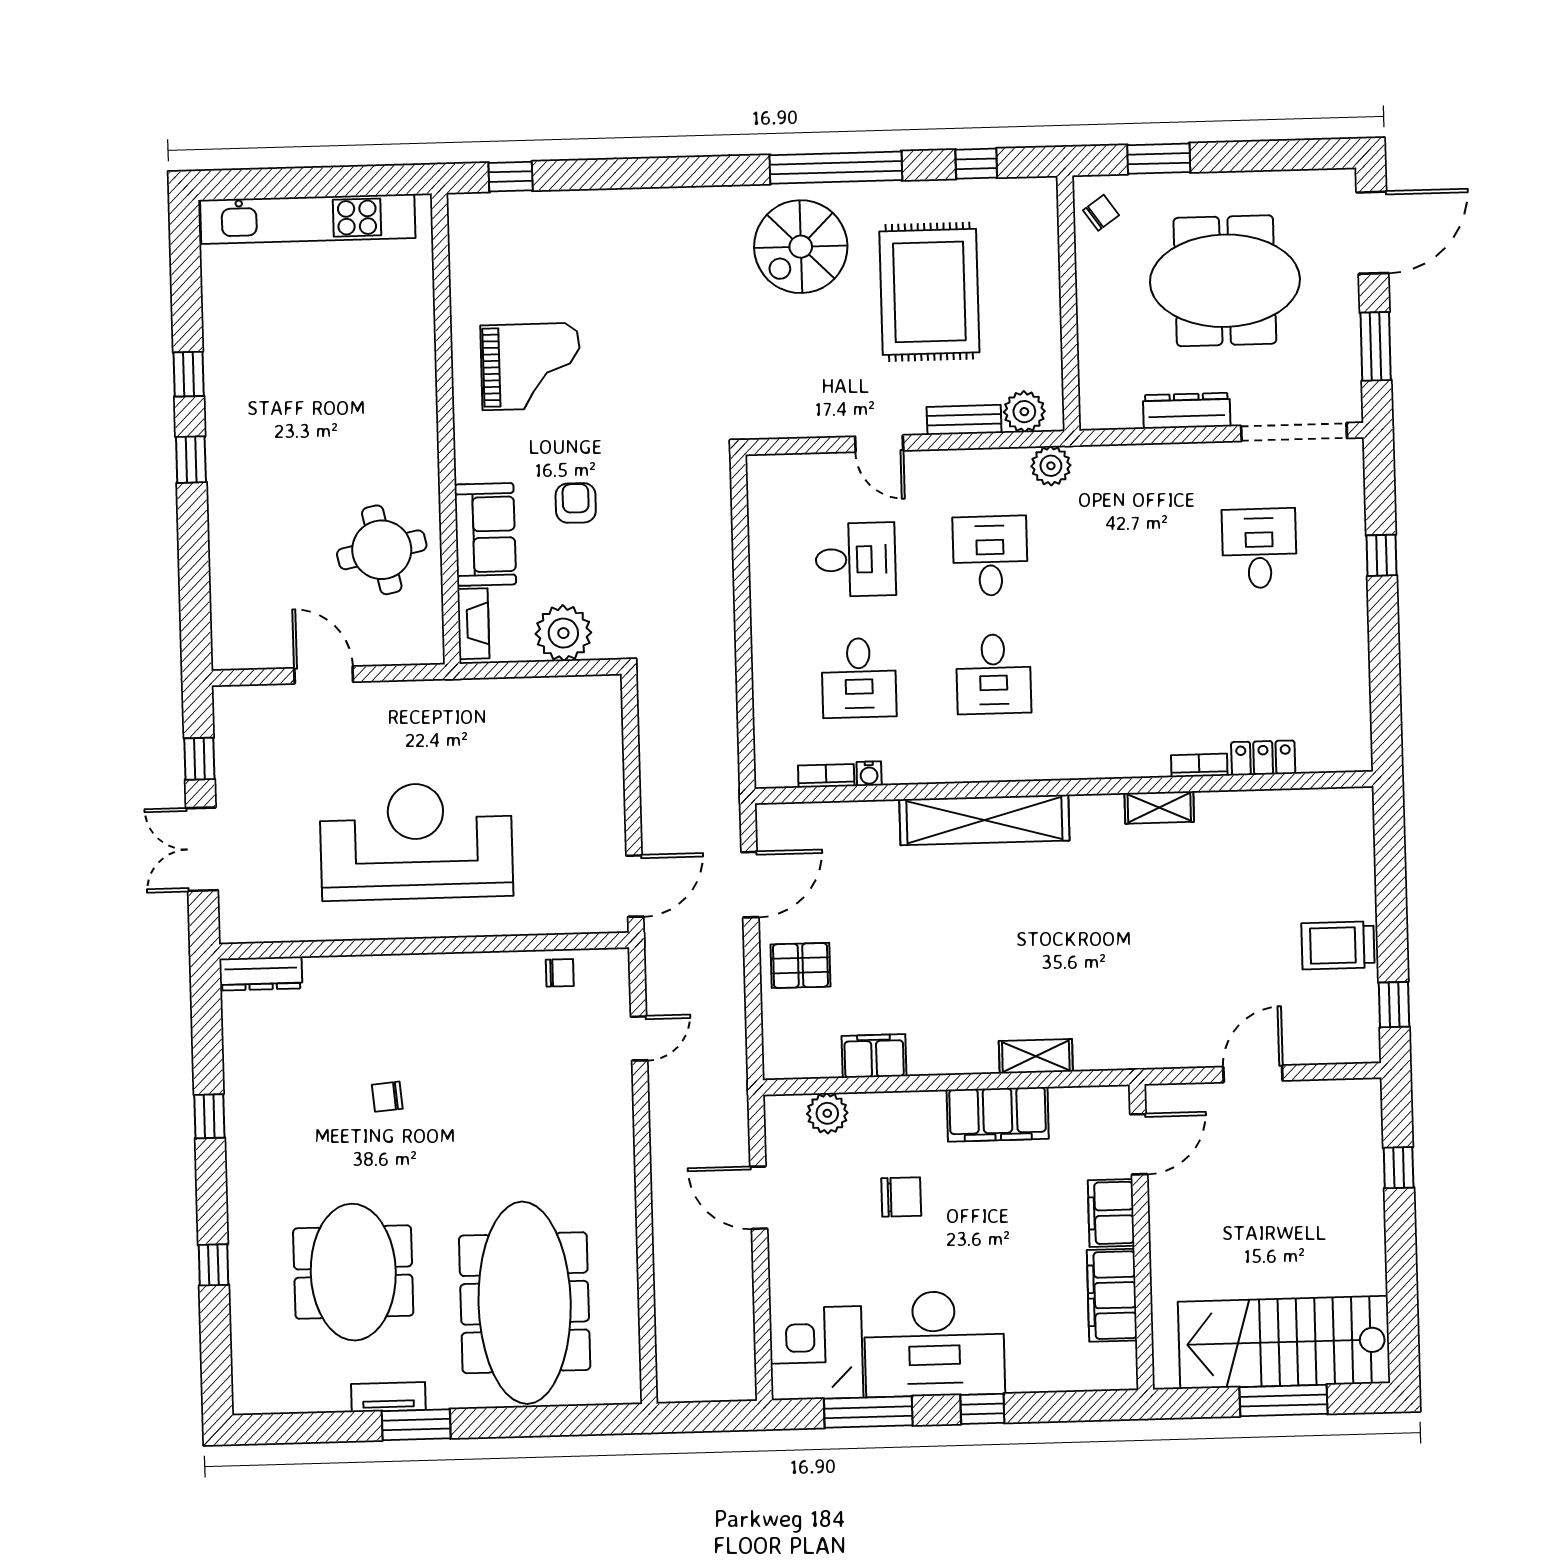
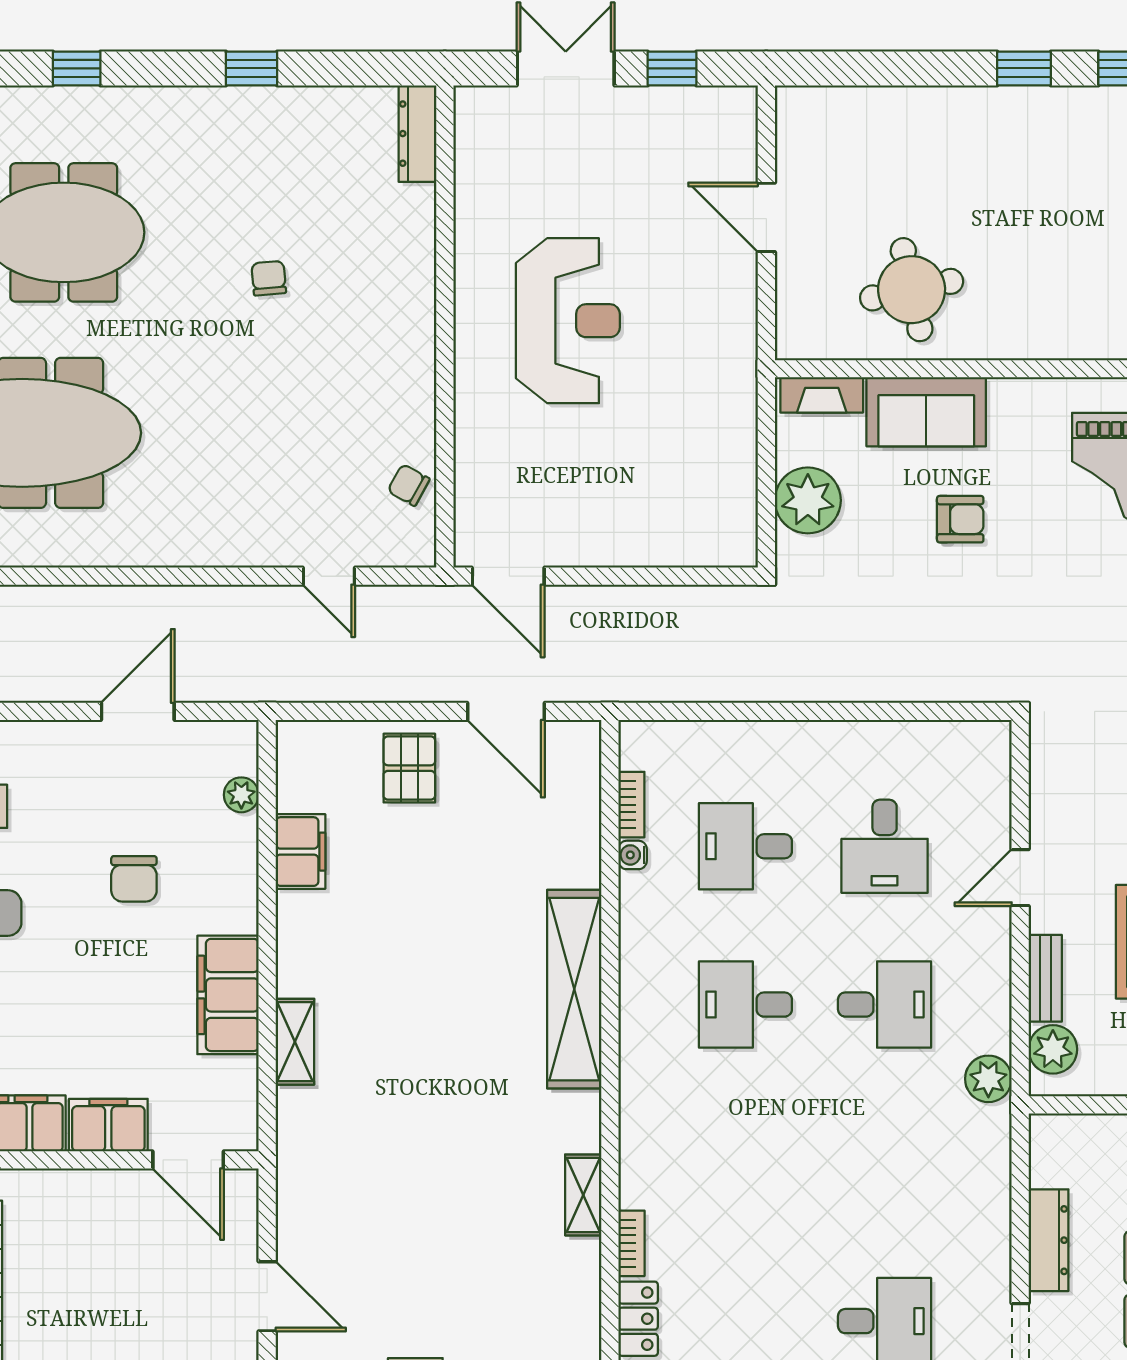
door: (324, 675) -> (766, 217), swing flipped
reception desk: (416, 841) -> (568, 321), width x0.74, depth x0.77
chair: (560, 973) -> (409, 485), turned 119
plant: (827, 1113) -> (241, 795), width x0.73, depth x0.73

